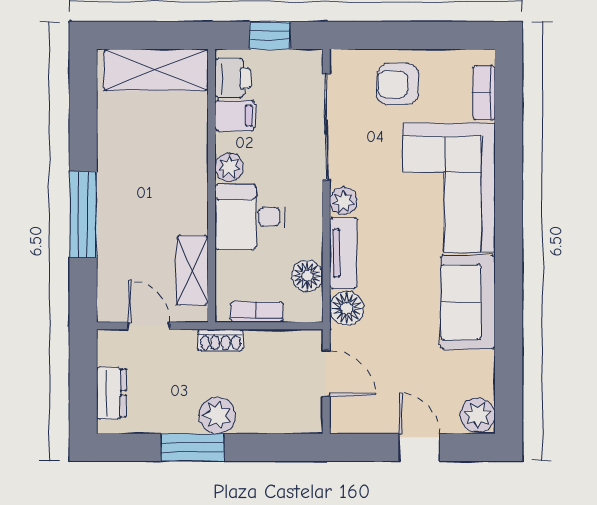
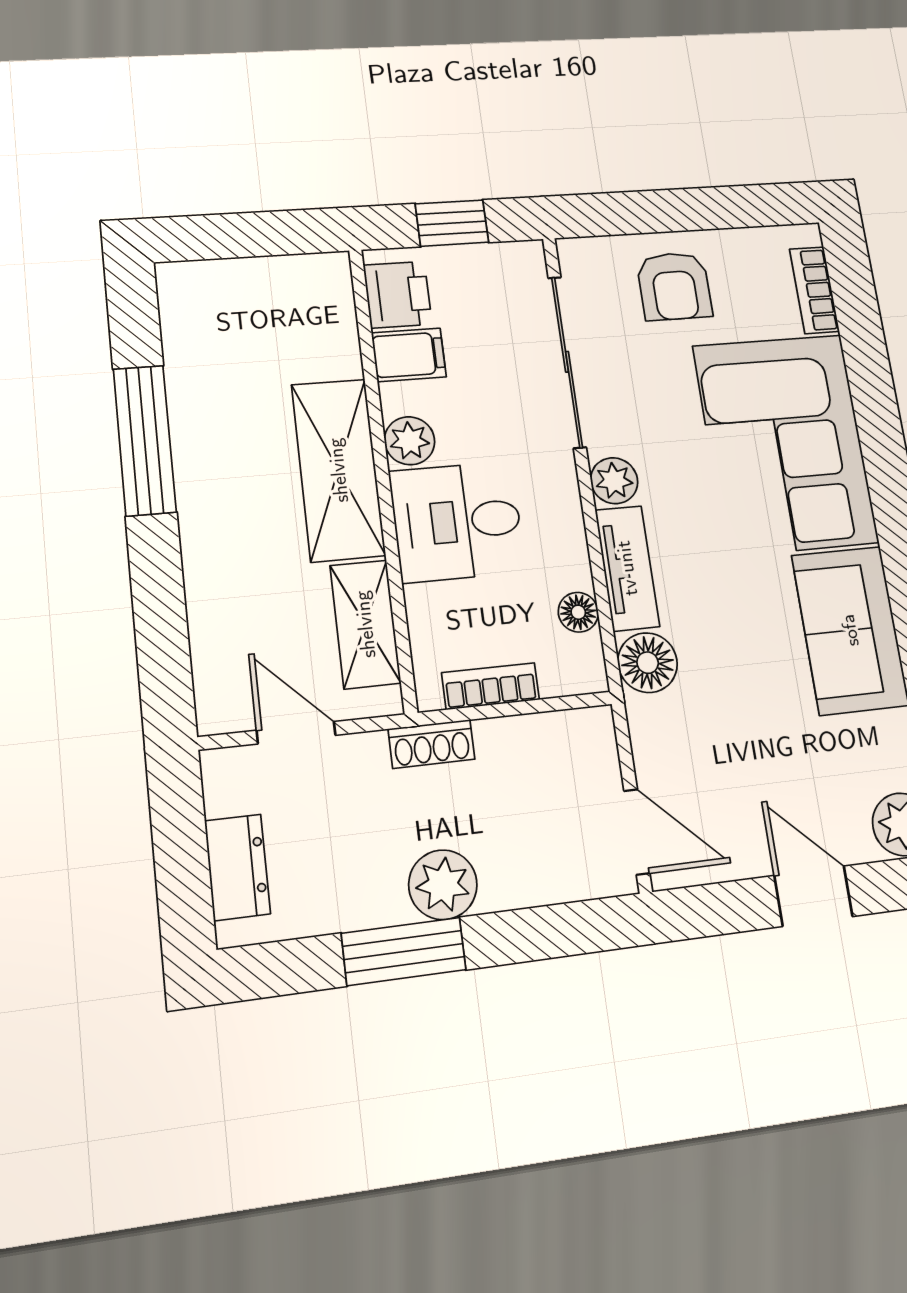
shelving: (156, 70) -> (338, 470), moved, turned 90
armchair: (398, 84) -> (674, 286), turned -90
window: (83, 214) -> (145, 440), moved
floor lamp: (307, 276) -> (578, 612), width x0.73, depth x0.73
door: (326, 373) -> (637, 832), moved

